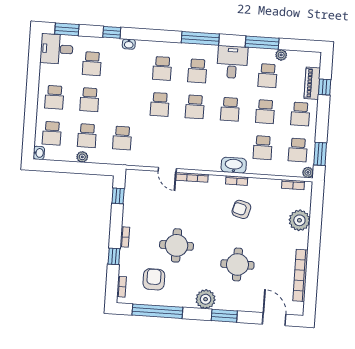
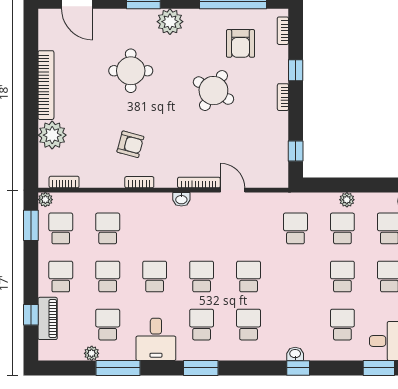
window: (112, 32) -> (298, 368), moved
window: (200, 38) -> (201, 368), width x0.69
washbasin: (234, 165) -> (181, 199), moved, width x0.52, depth x0.69
round table: (176, 245) -> (213, 91), turned 30
bookcase: (300, 275) -> (46, 85), moved

